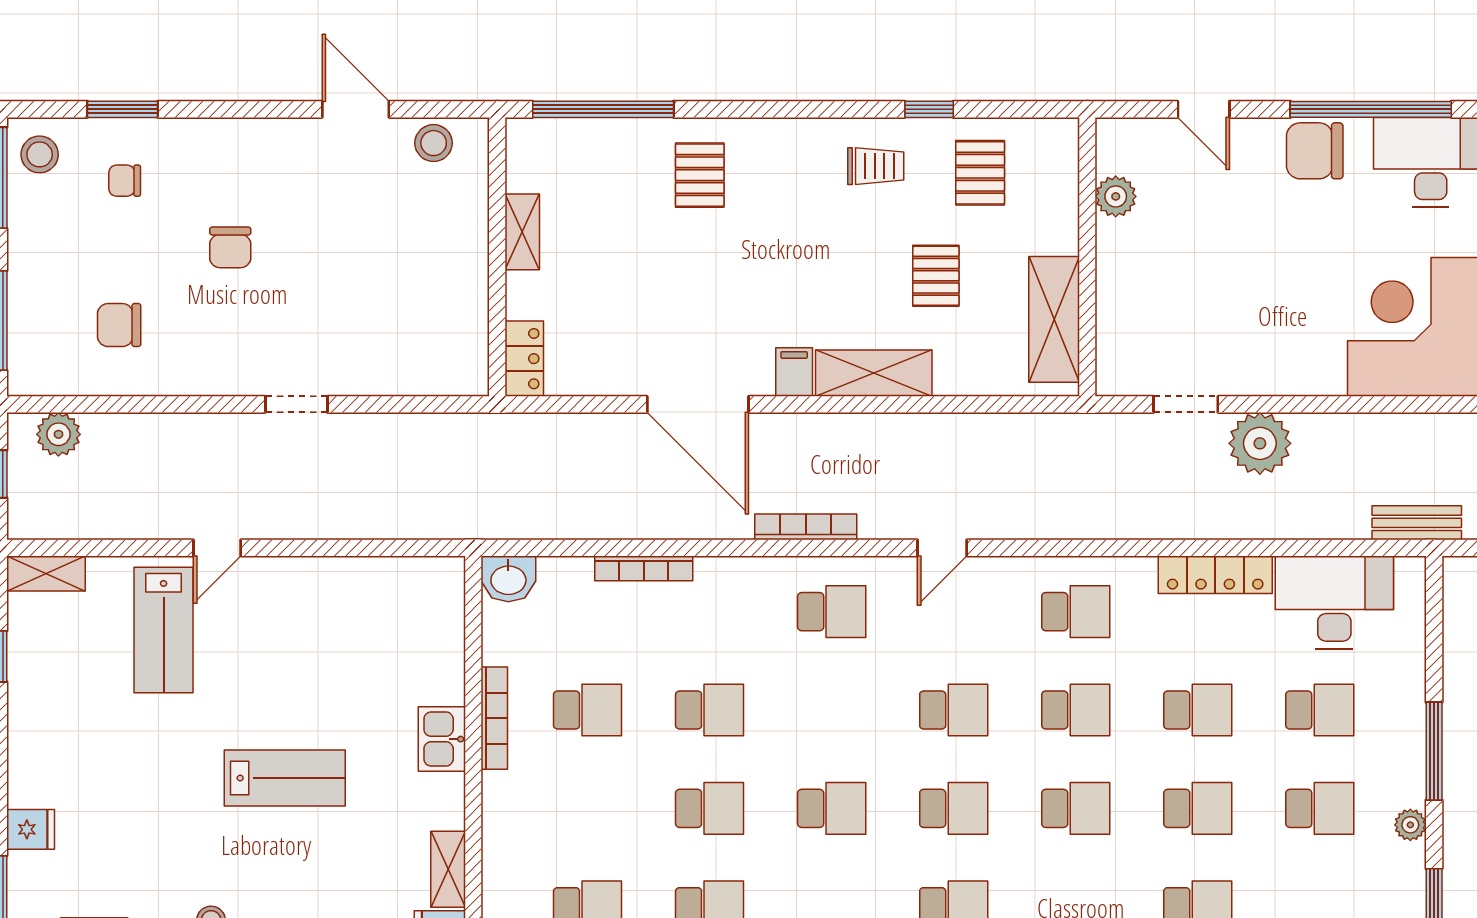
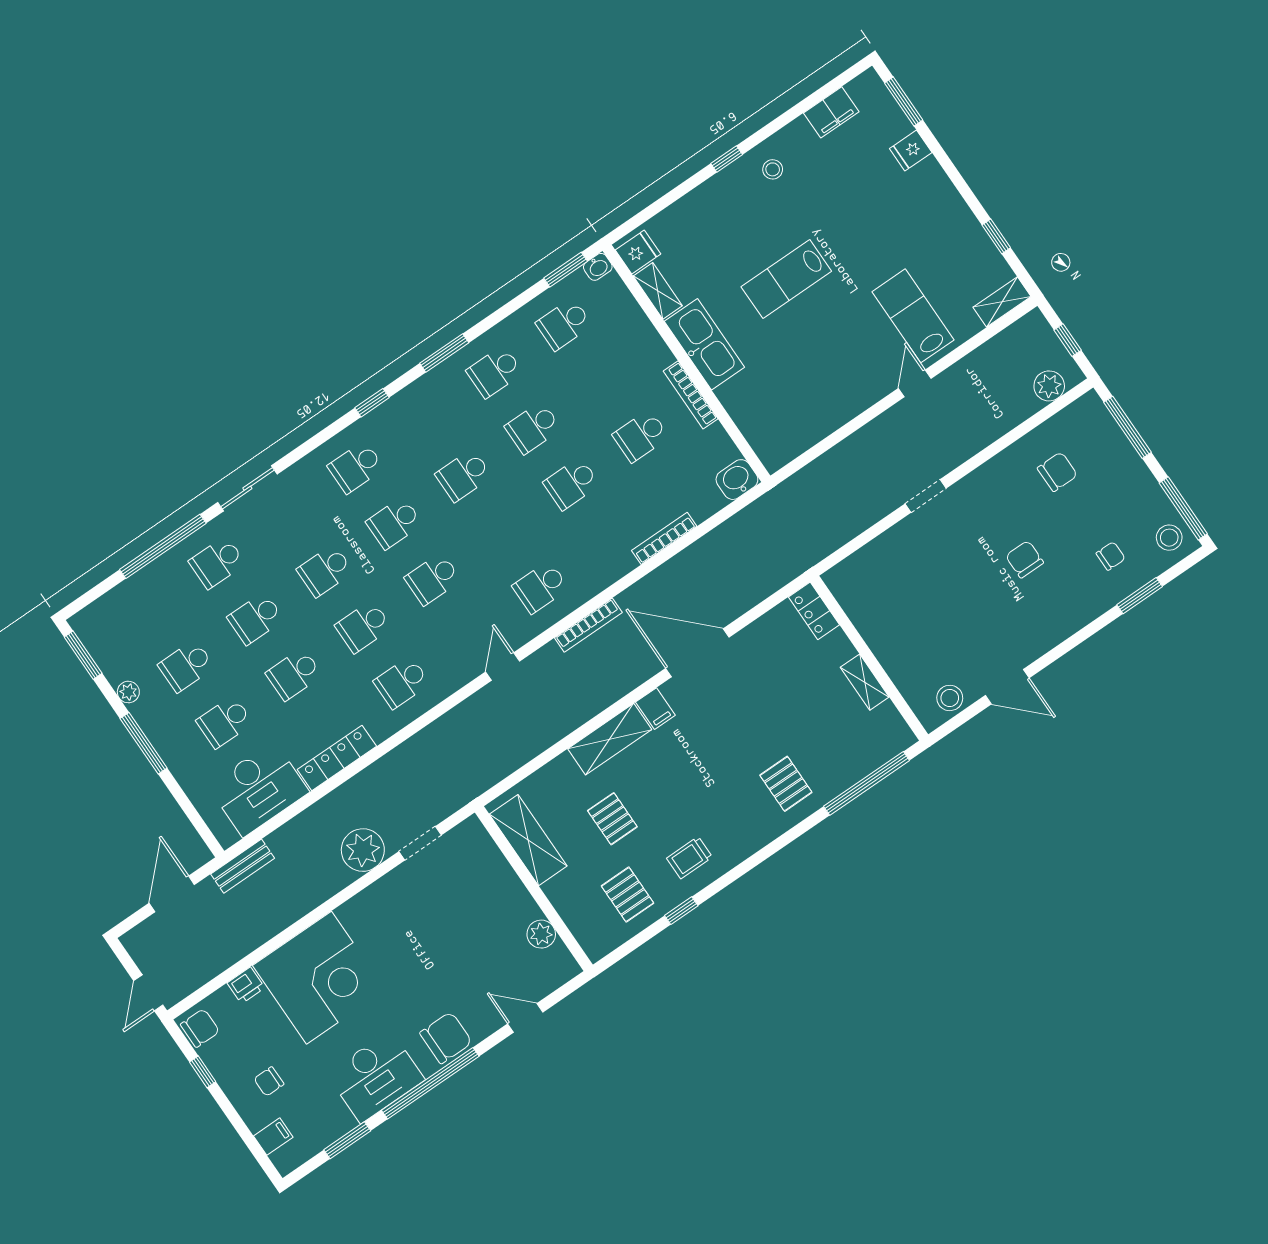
kitchen sink: (442, 739) -> (704, 344), width x1.87, depth x1.24

